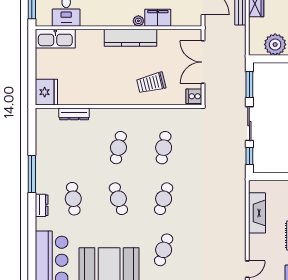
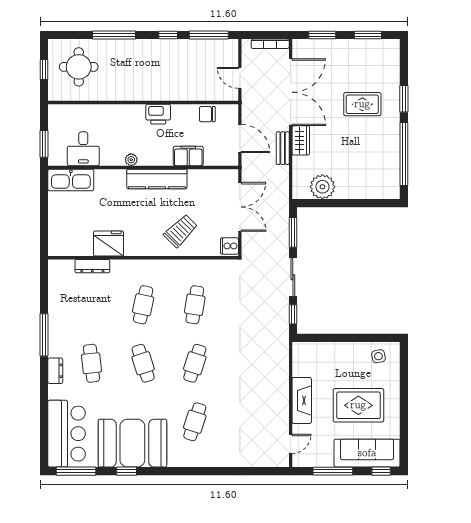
plant: (138, 21) -> (131, 160), moved
double door: (203, 62) -> (240, 207), swing flipped
trolley: (151, 83) -> (181, 231), turned 149
fridge: (46, 92) -> (108, 244), moved, turned -90
fireplace: (257, 213) -> (302, 400), moved

